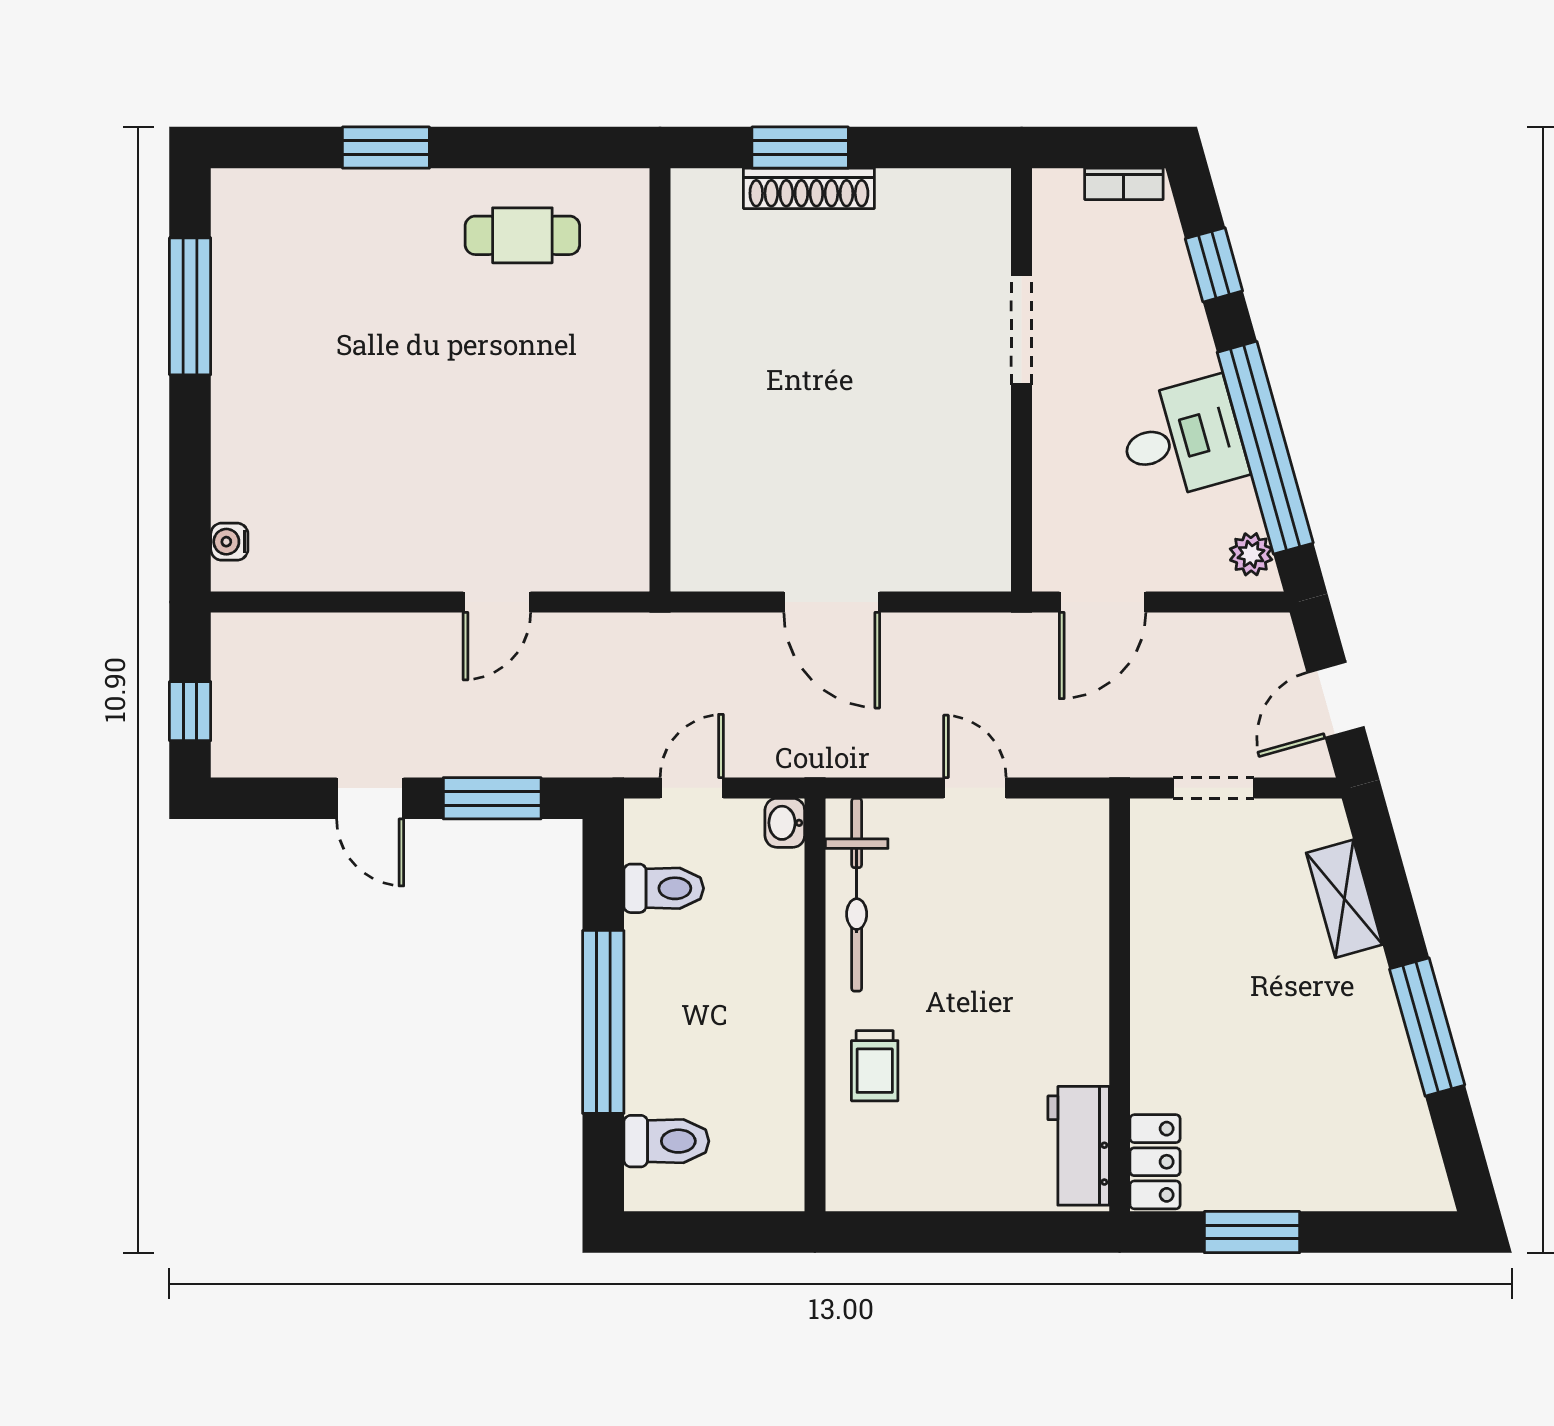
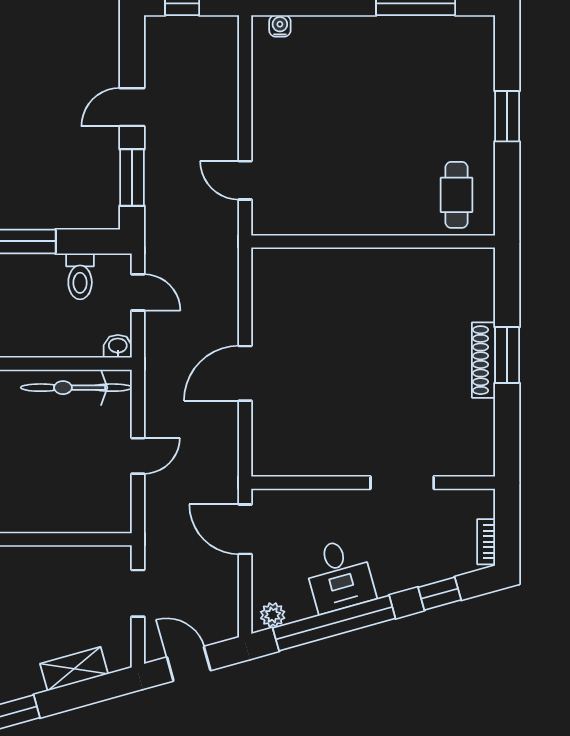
wall: (660, 380) -> (373, 241), moved

